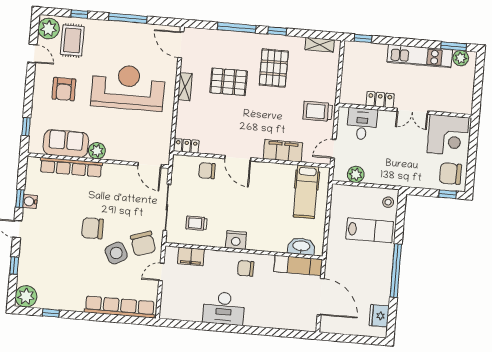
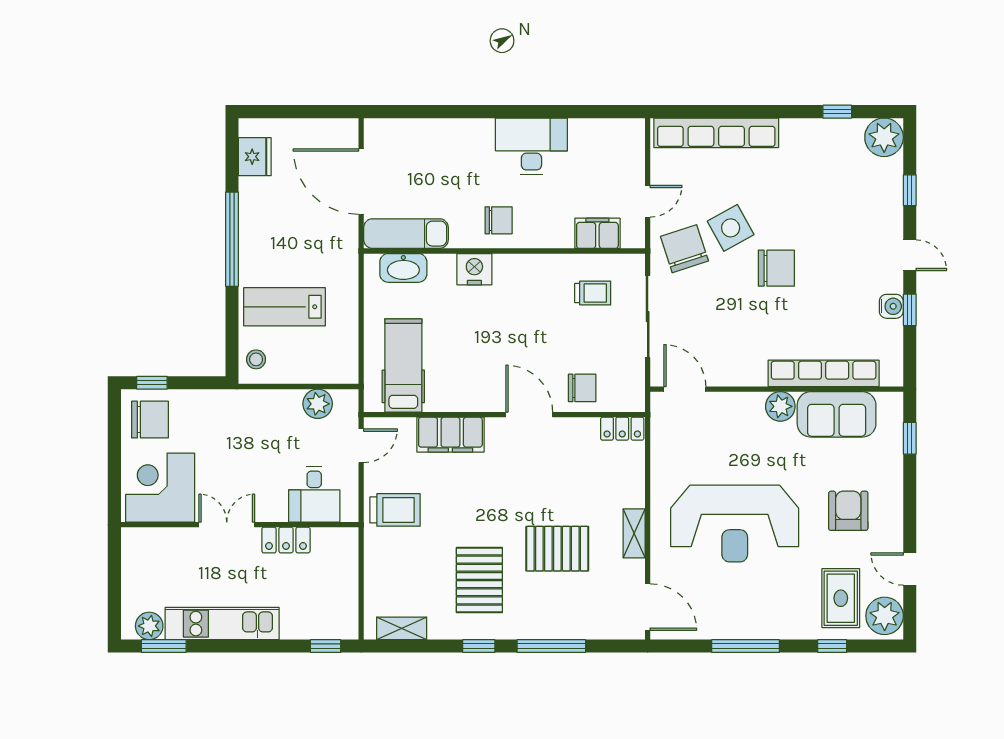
nightstand: (236, 240) -> (474, 269), moved

